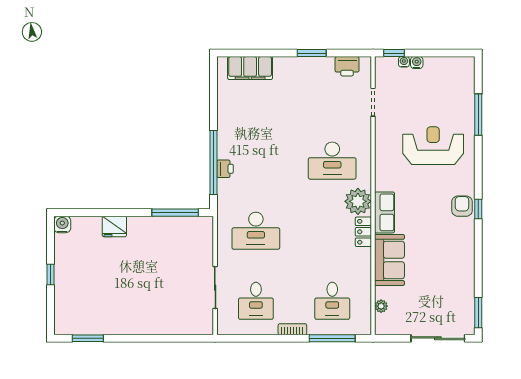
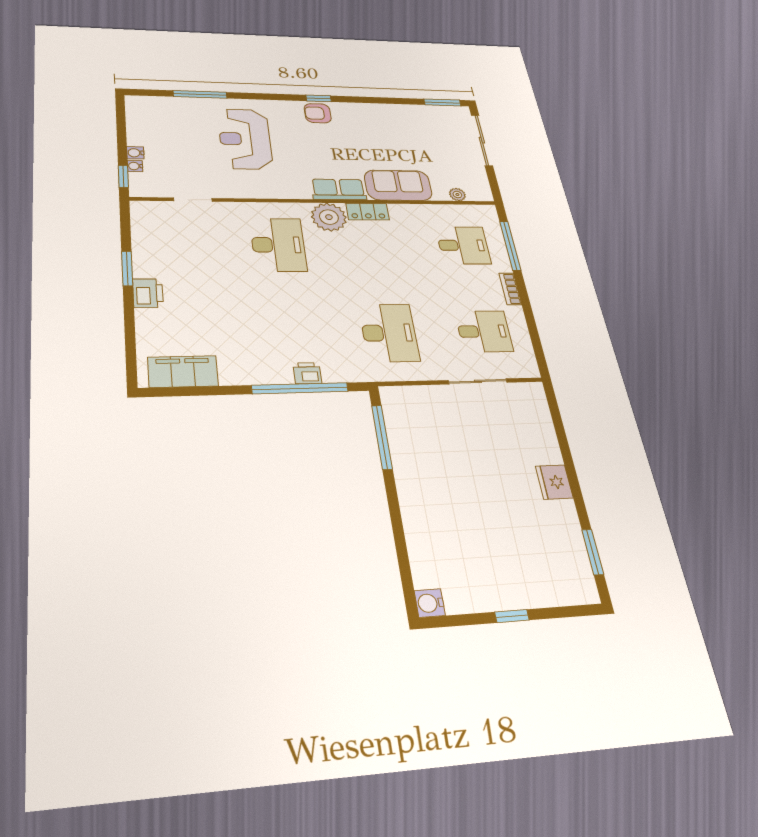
printer: (347, 66) -> (148, 293), moved
filing cabinet: (250, 68) -> (183, 372), moved, turned -90
fridge: (114, 226) -> (554, 482), moved, turned 180

